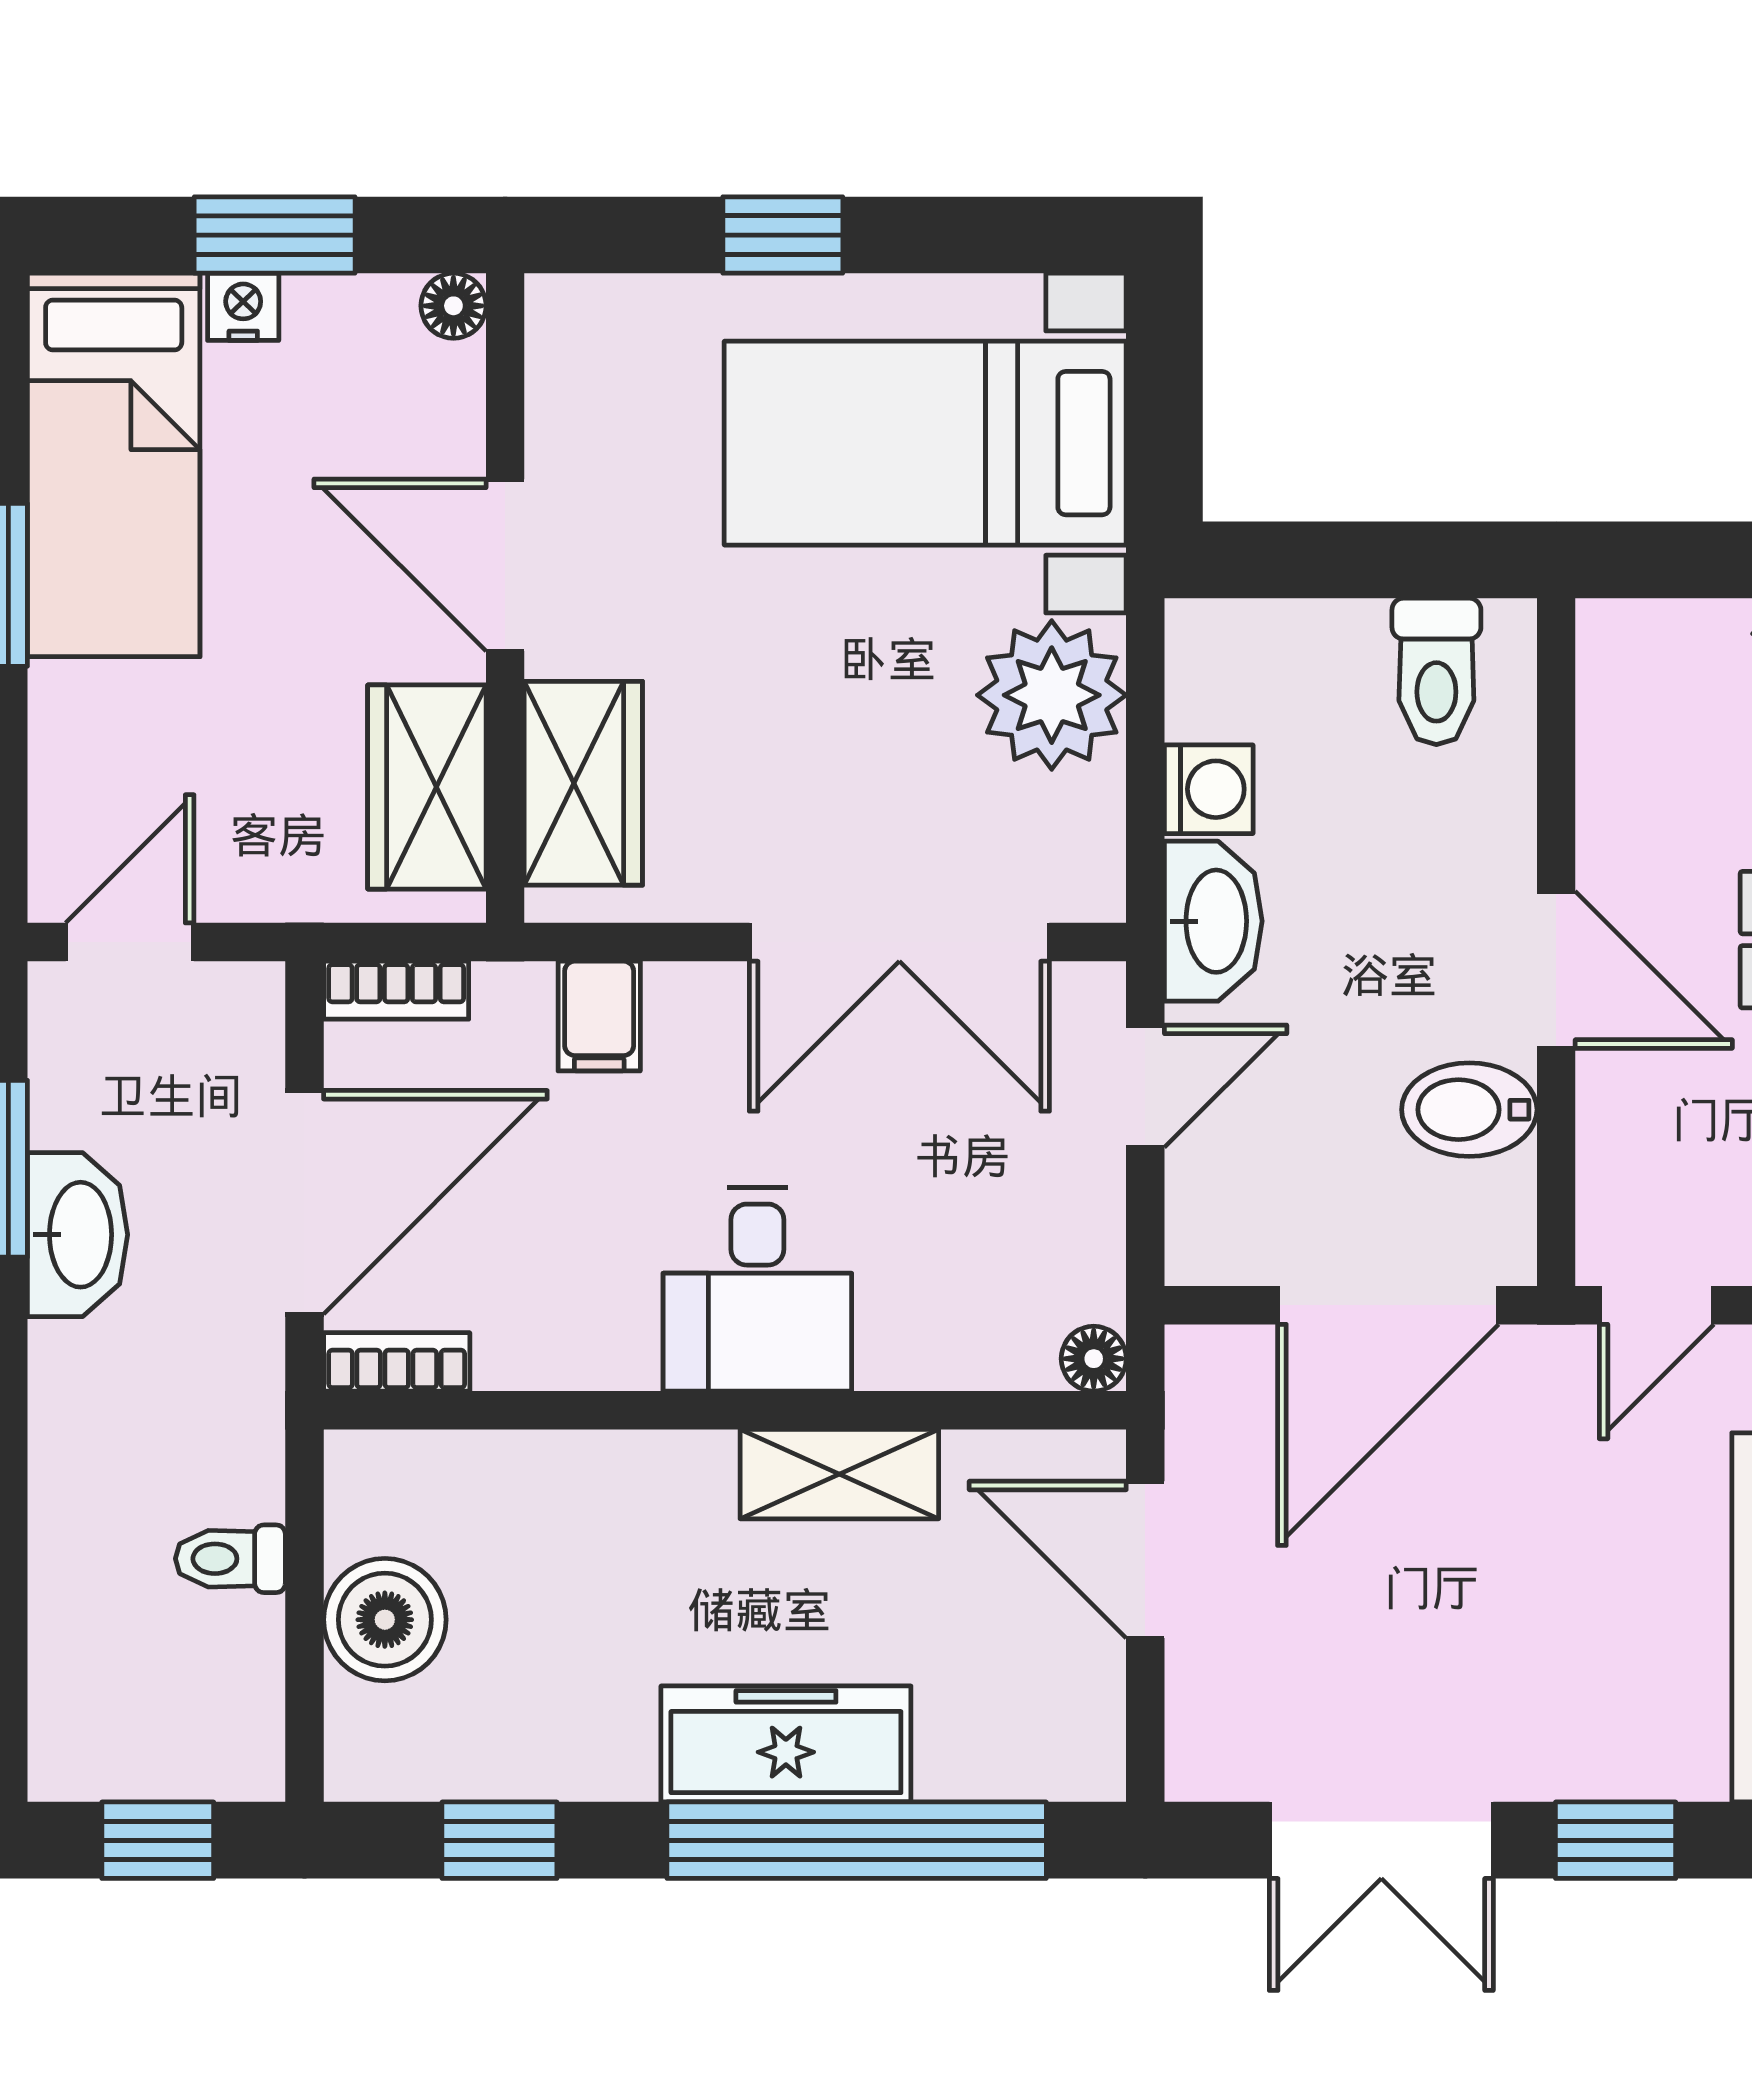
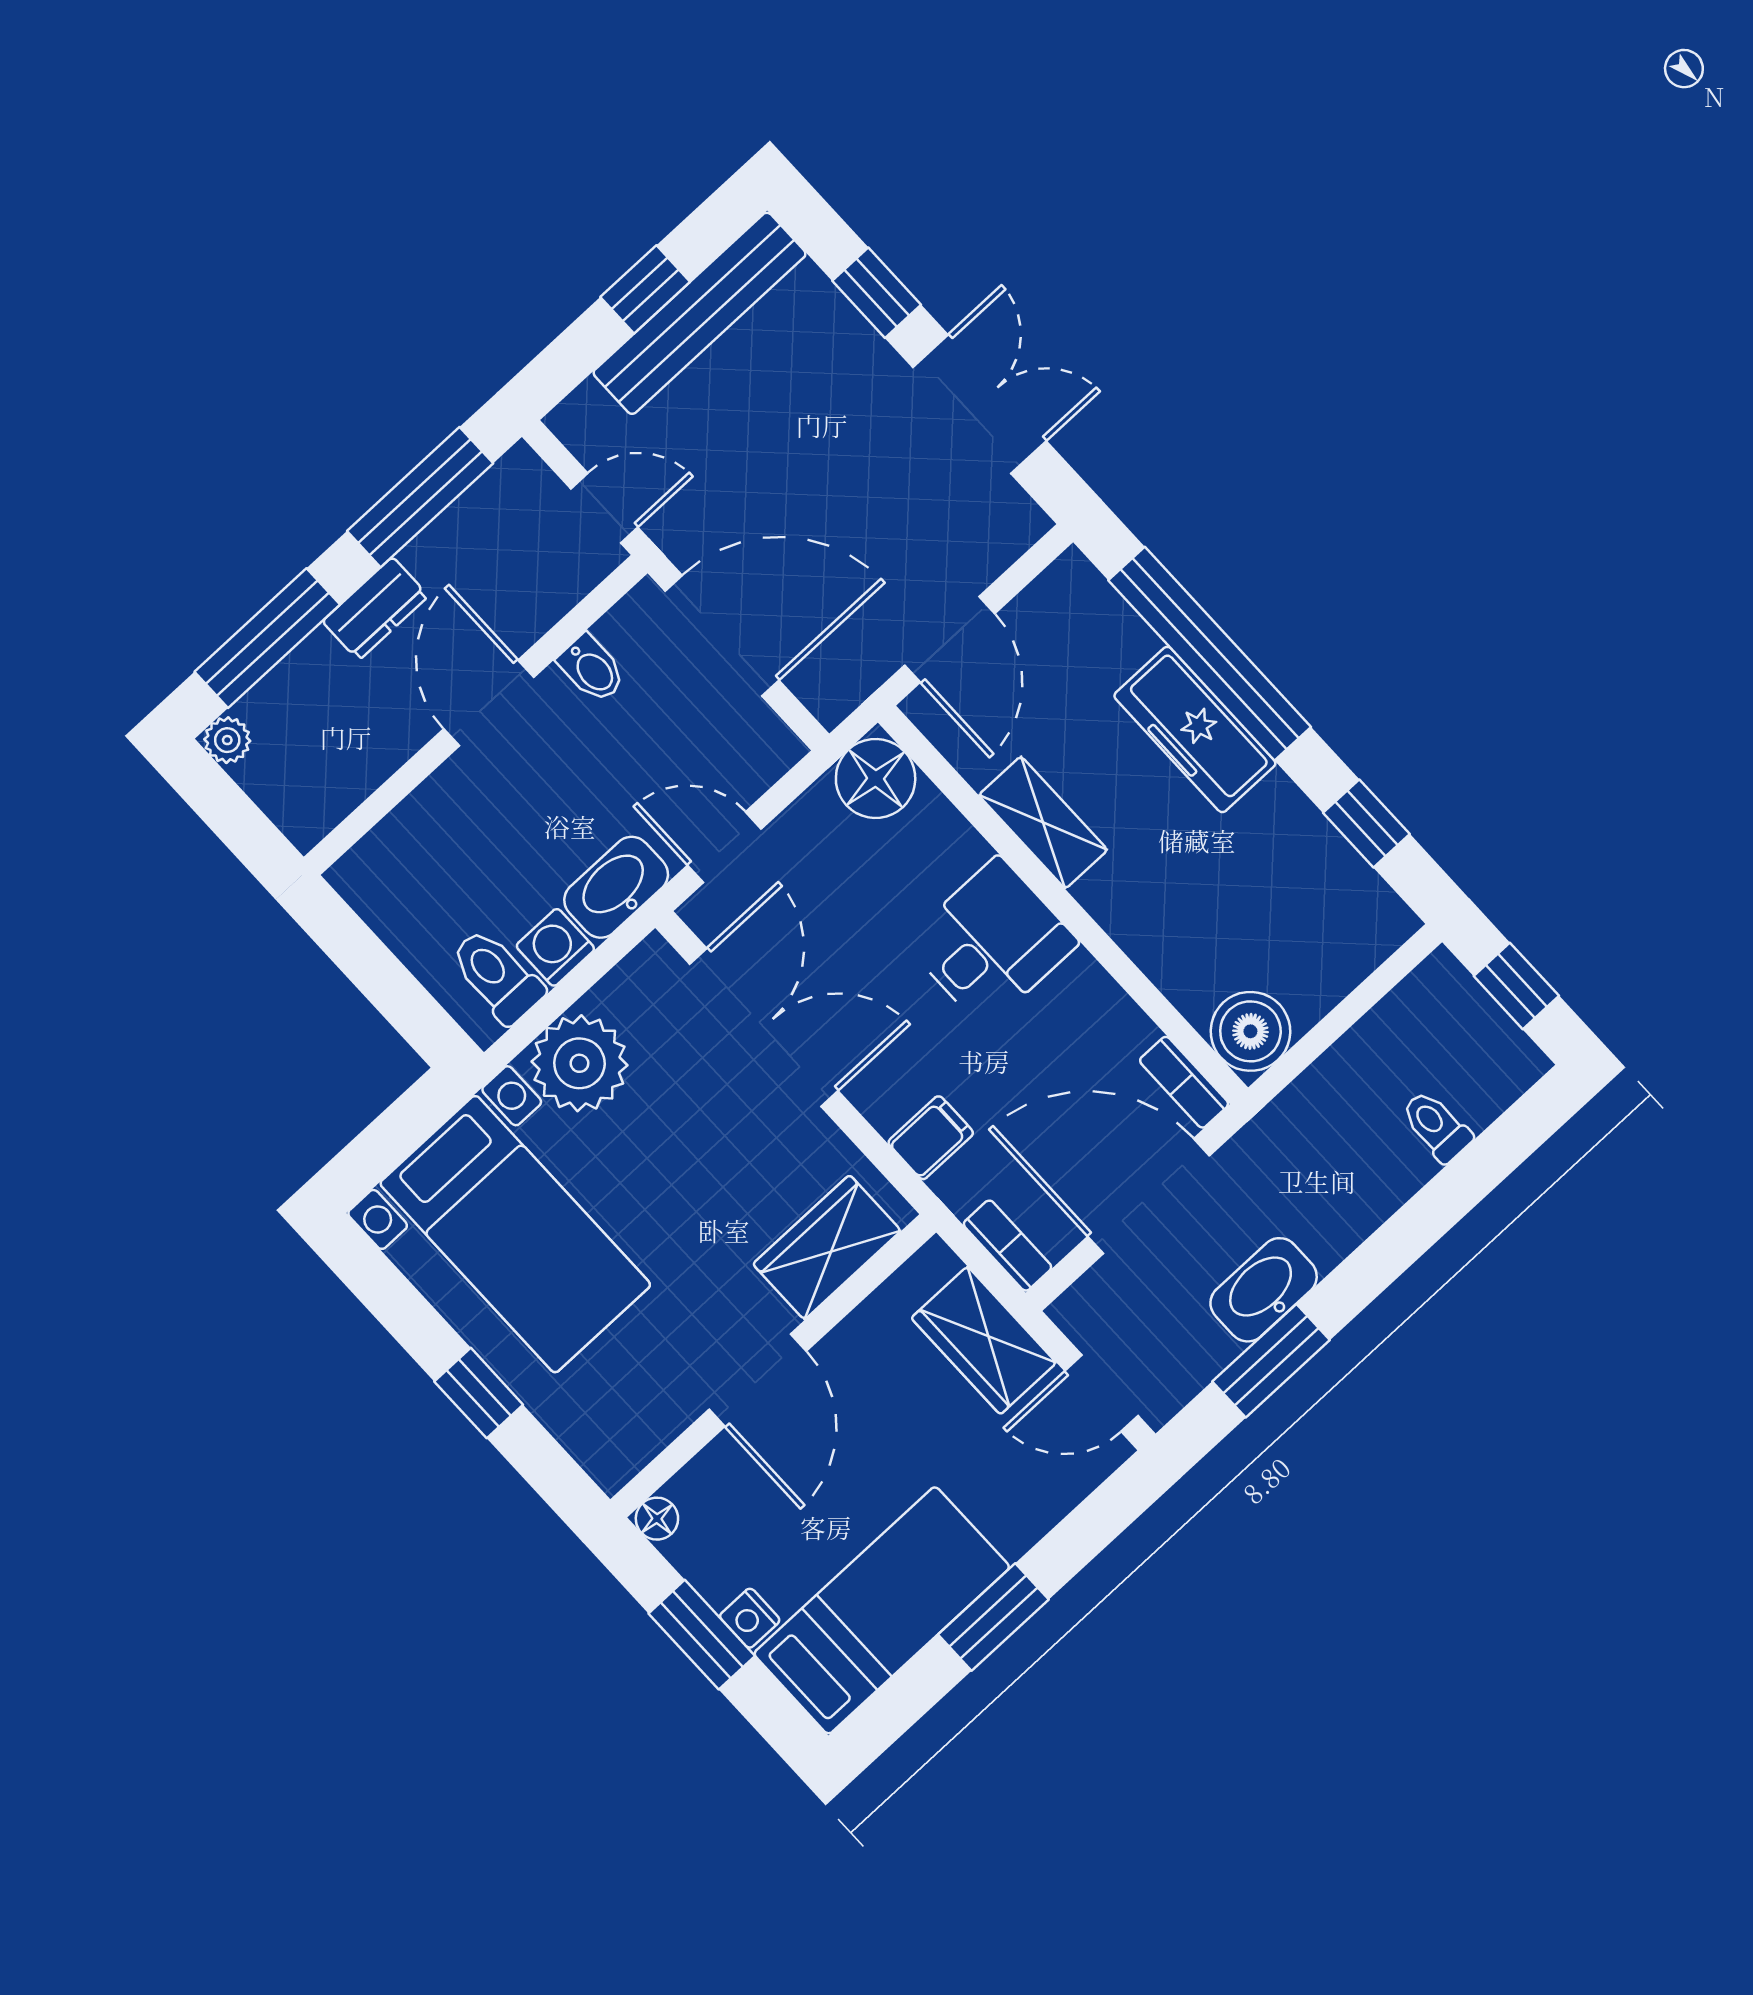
toilet: (1436, 671) -> (497, 976), moved, turned -90
wardrobe: (427, 787) -> (984, 1340), moved, turned 90
bidet: (1469, 1110) -> (592, 669), width x0.72, depth x0.74
floor lamp: (1094, 1359) -> (876, 778), width x1.89, depth x1.89
toilet: (230, 1559) -> (1436, 1126), moved, turned 180
boiler: (385, 1620) -> (1250, 1031), moved

